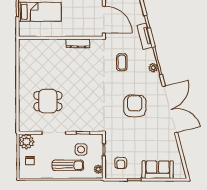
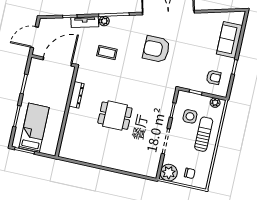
plant: (153, 68) -> (104, 21), moved
dining table: (48, 101) -> (115, 116), moved, turned 90

